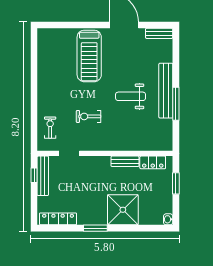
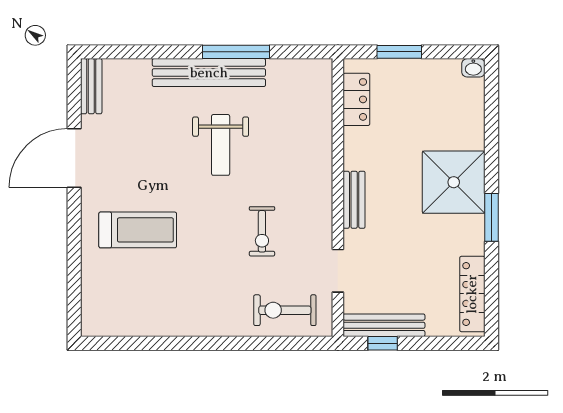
treadmill: (89, 56) -> (138, 230), width x0.73, depth x0.73
exercise bike: (50, 128) -> (285, 310), width x1.38, depth x1.39
bench: (125, 161) -> (354, 200), moved
shower: (123, 210) -> (454, 182), moved

